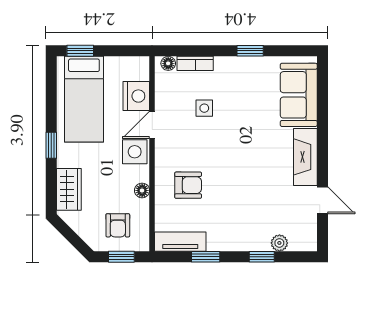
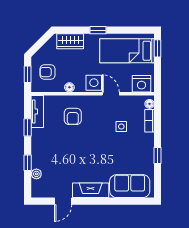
nightstand: (136, 96) -> (142, 84), moved

